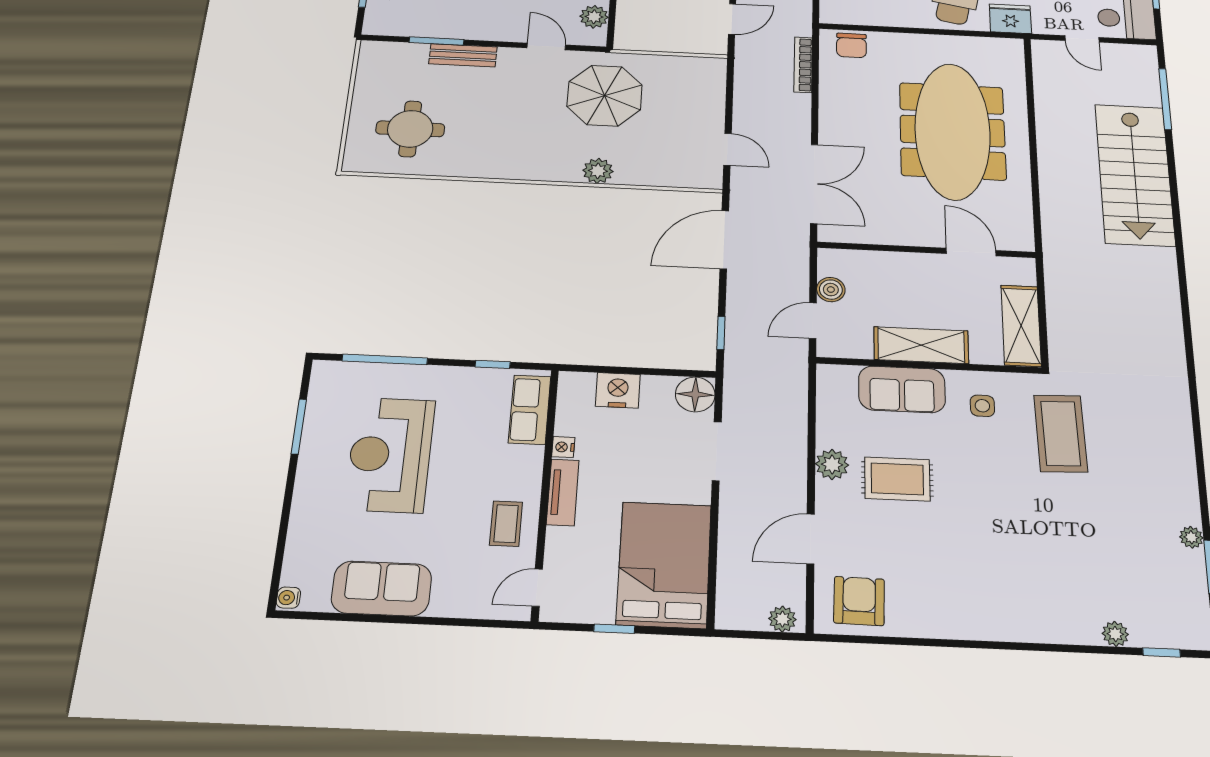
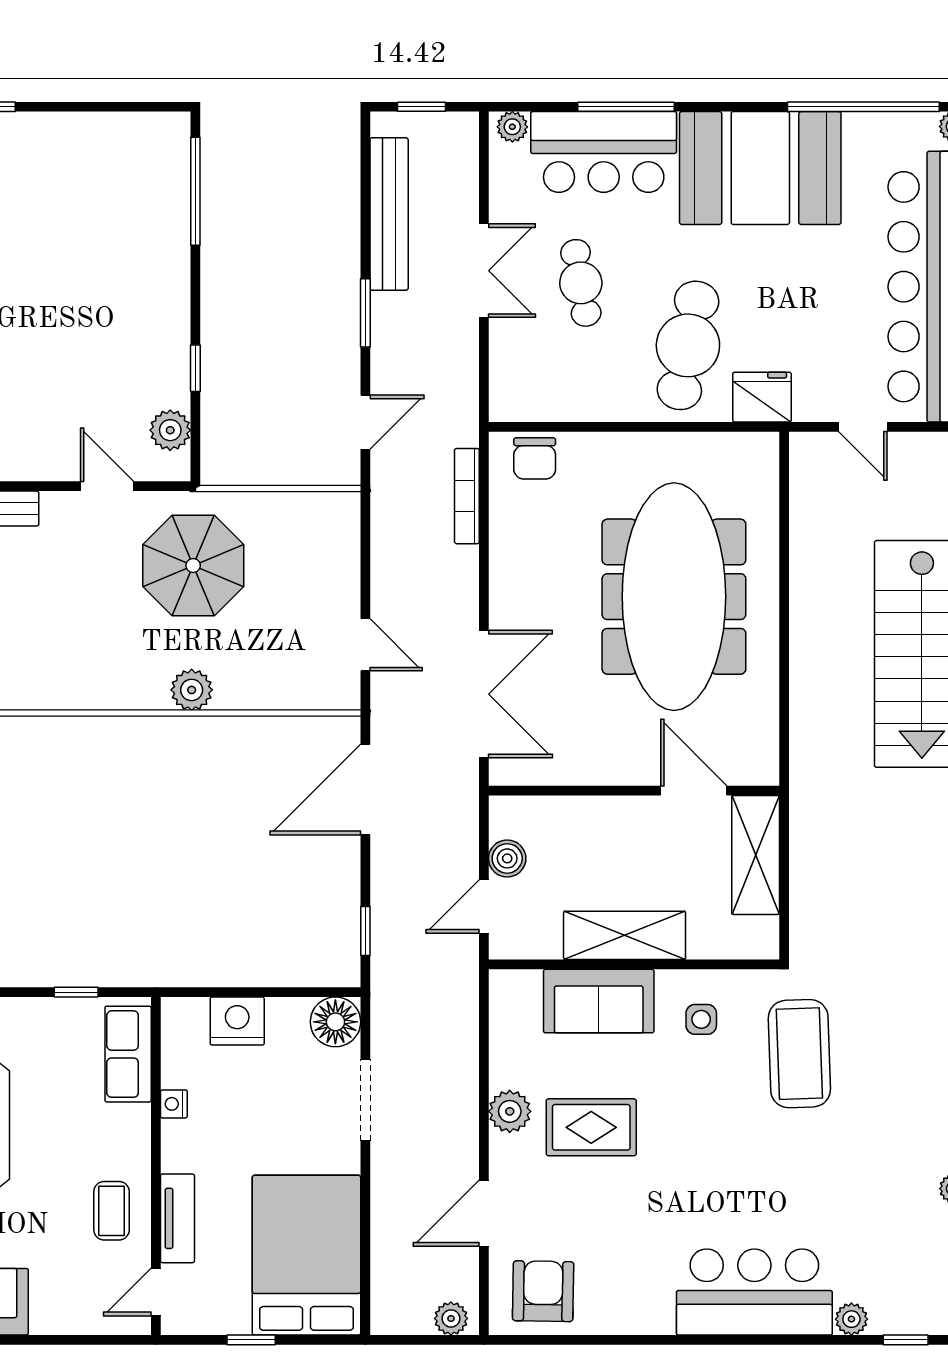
shelving: (1021, 326) -> (756, 855), moved
tv unit: (563, 492) -> (177, 1218), moved
bar counter: (1034, 609) -> (754, 1292), added

